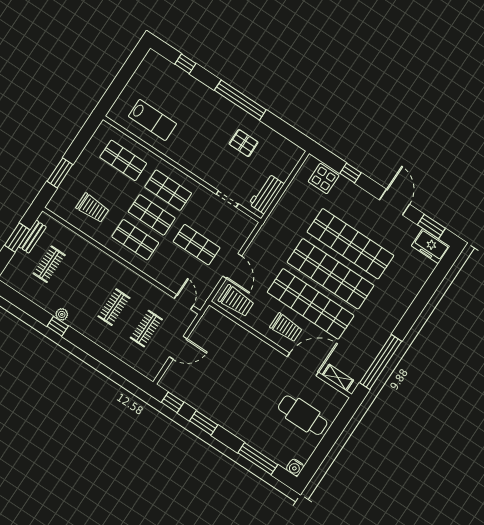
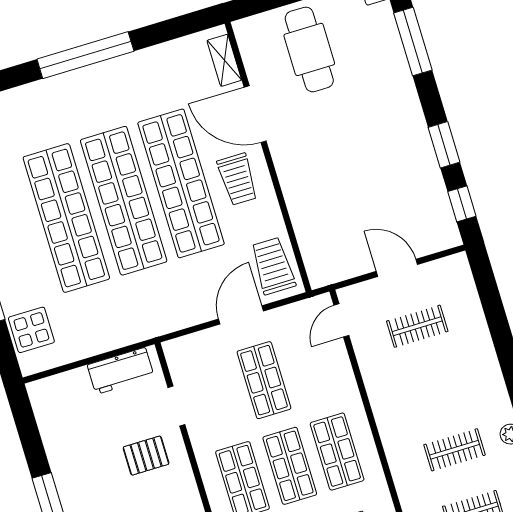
pallet: (244, 143) -> (146, 456), moved, turned 90
clothes rail: (114, 307) -> (455, 450), moved
trolley: (286, 328) -> (238, 179), turned 180
window: (381, 362) -> (85, 55), moved

